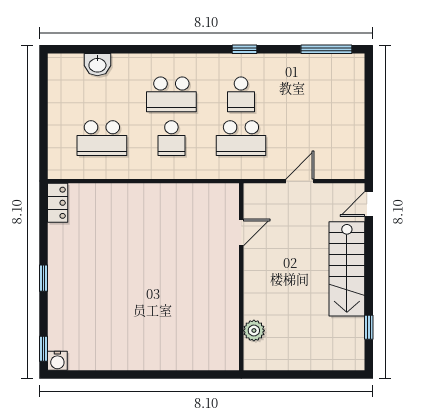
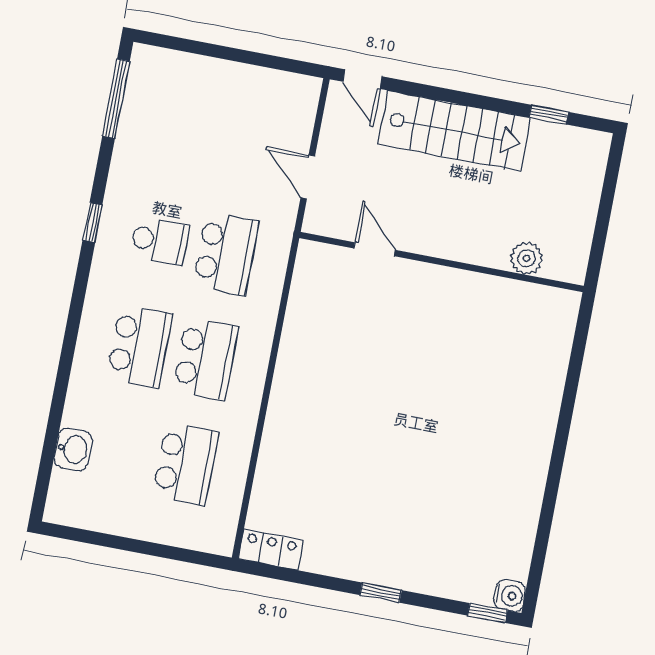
school desk: (171, 138) -> (206, 359), width x1.85
door: (241, 233) -> (375, 249), moved
wall: (241, 277) -> (442, 262), moved
plant: (254, 331) -> (526, 258), moved

